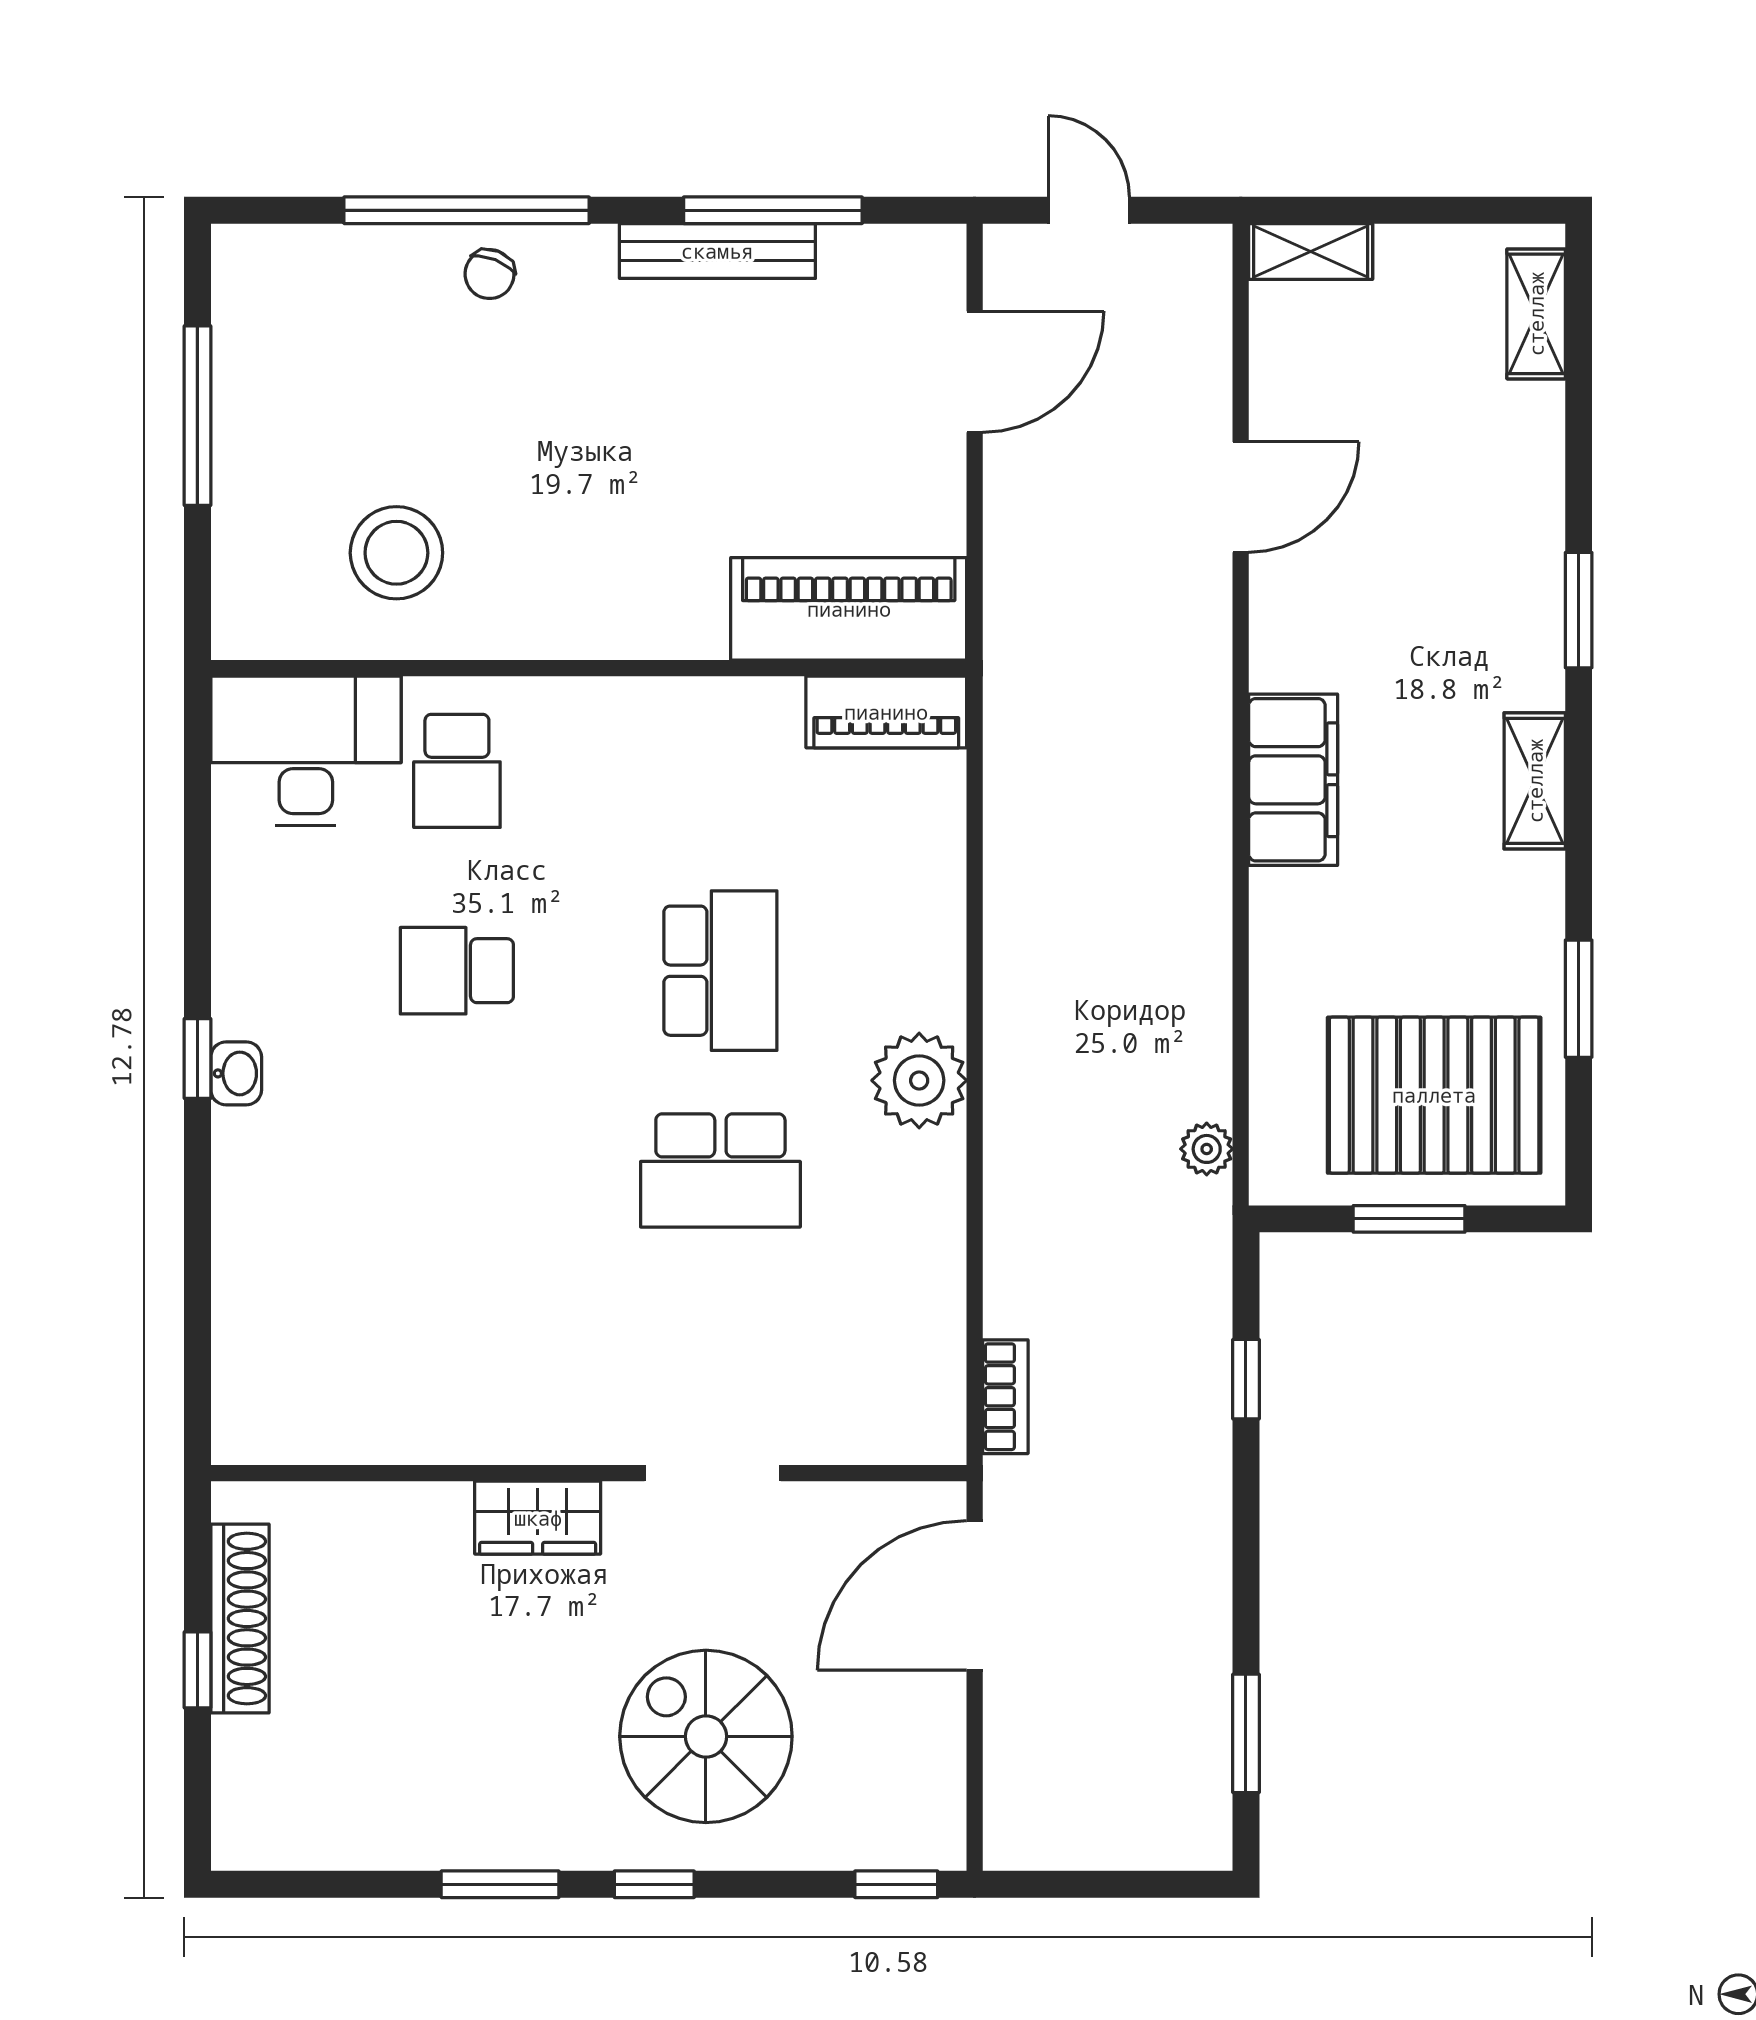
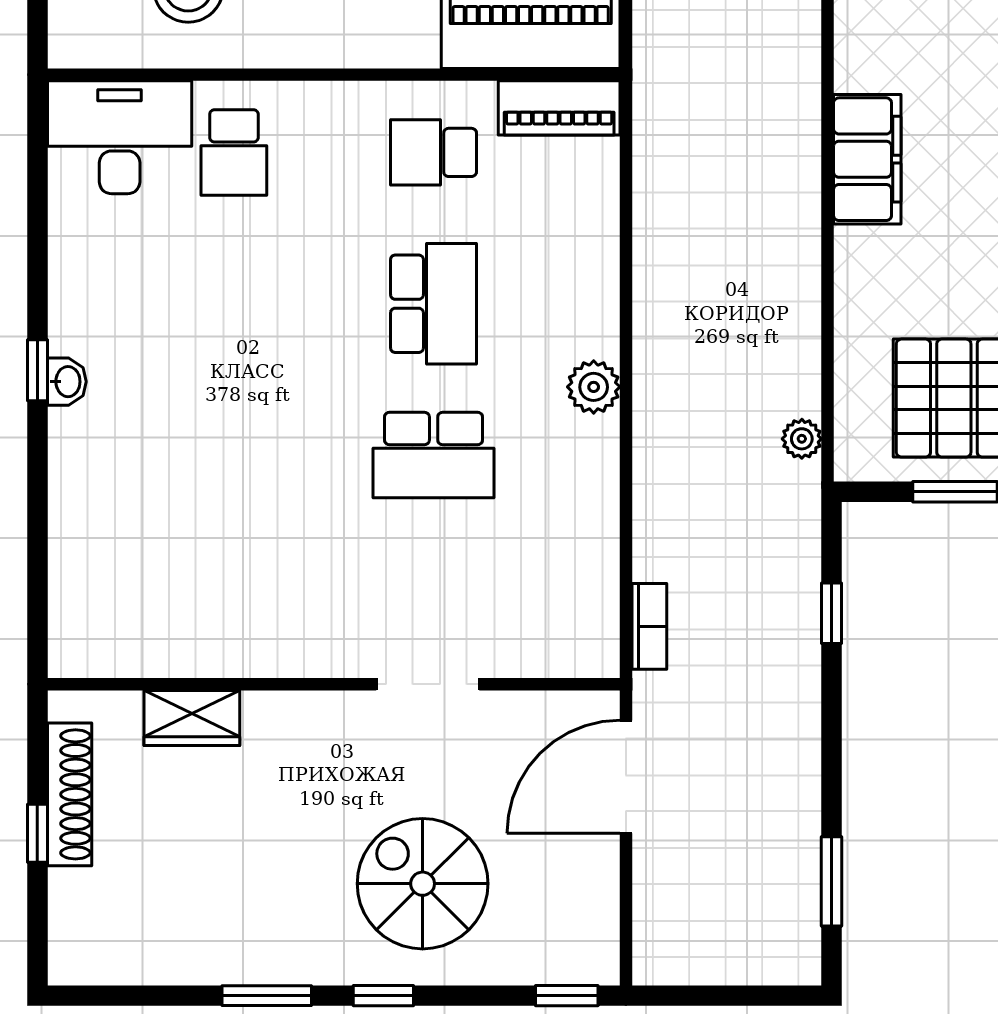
school desk: (457, 971) -> (434, 152), moved
plant: (919, 1080) -> (594, 387), width x0.73, depth x0.73
wardrobe: (538, 1518) -> (192, 718), moved

